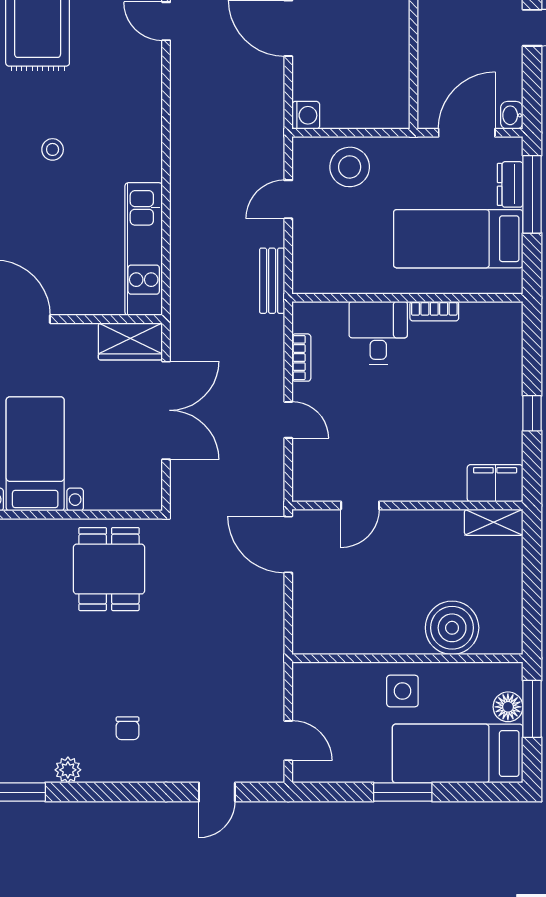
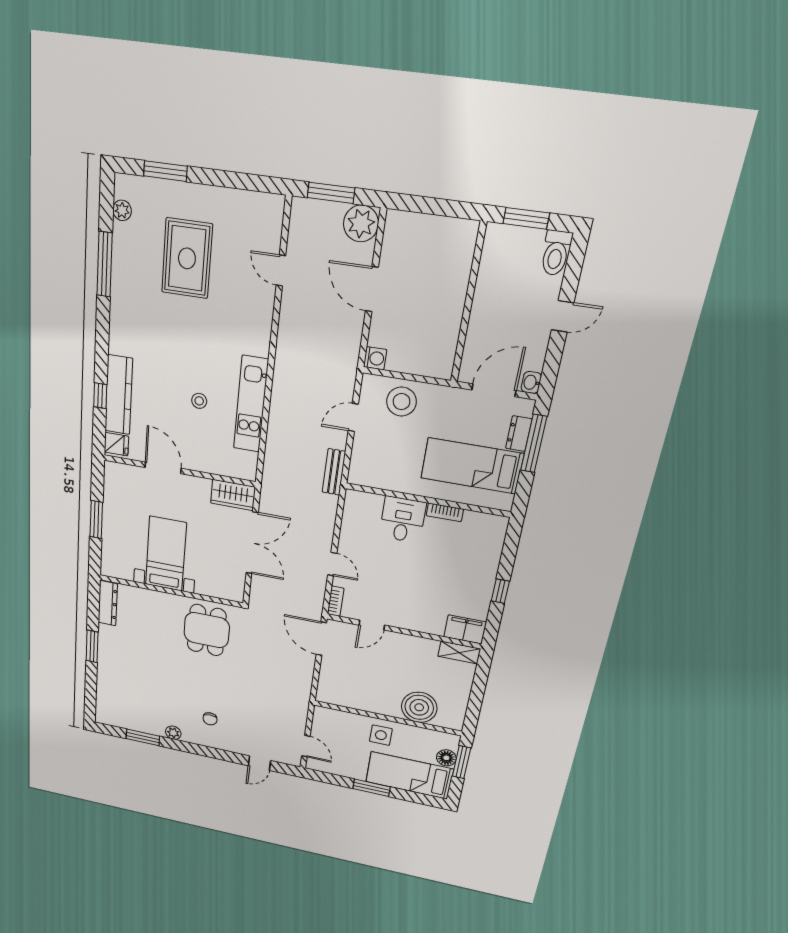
stool: (53, 149) -> (199, 401), moved
kitchen unit: (144, 249) -> (251, 404), moved
bookcase: (301, 358) -> (336, 601), moved

